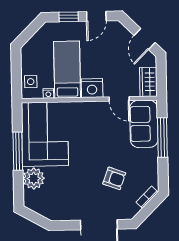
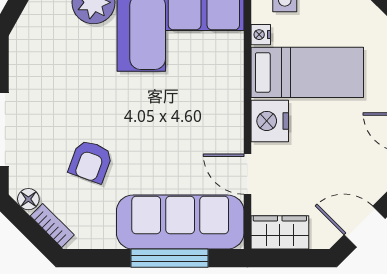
door: (119, 99) -> (247, 174), hinge flipped
sofa: (144, 124) -> (180, 222), width x1.36
floor lamp: (134, 210) -> (28, 199), added

